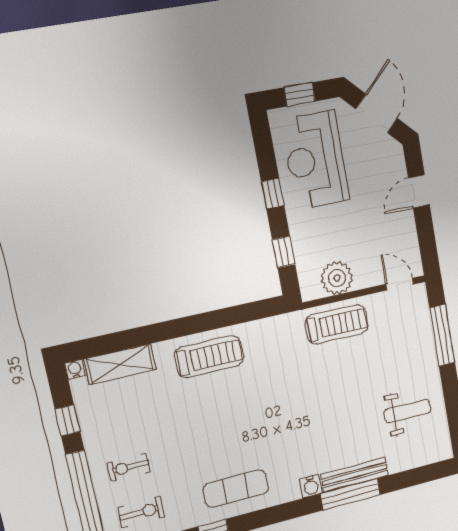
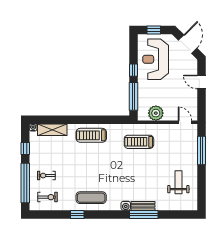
door: (419, 191) -> (202, 82), hinge flipped
window: (284, 252) -> (134, 96), width x2.17
treadmill: (337, 324) -> (139, 142), moved, turned 180
treadmill: (209, 357) -> (91, 135), turned 180
weight bench: (408, 411) -> (178, 182), turned -90
bench: (355, 475) -> (143, 206), width x0.73

